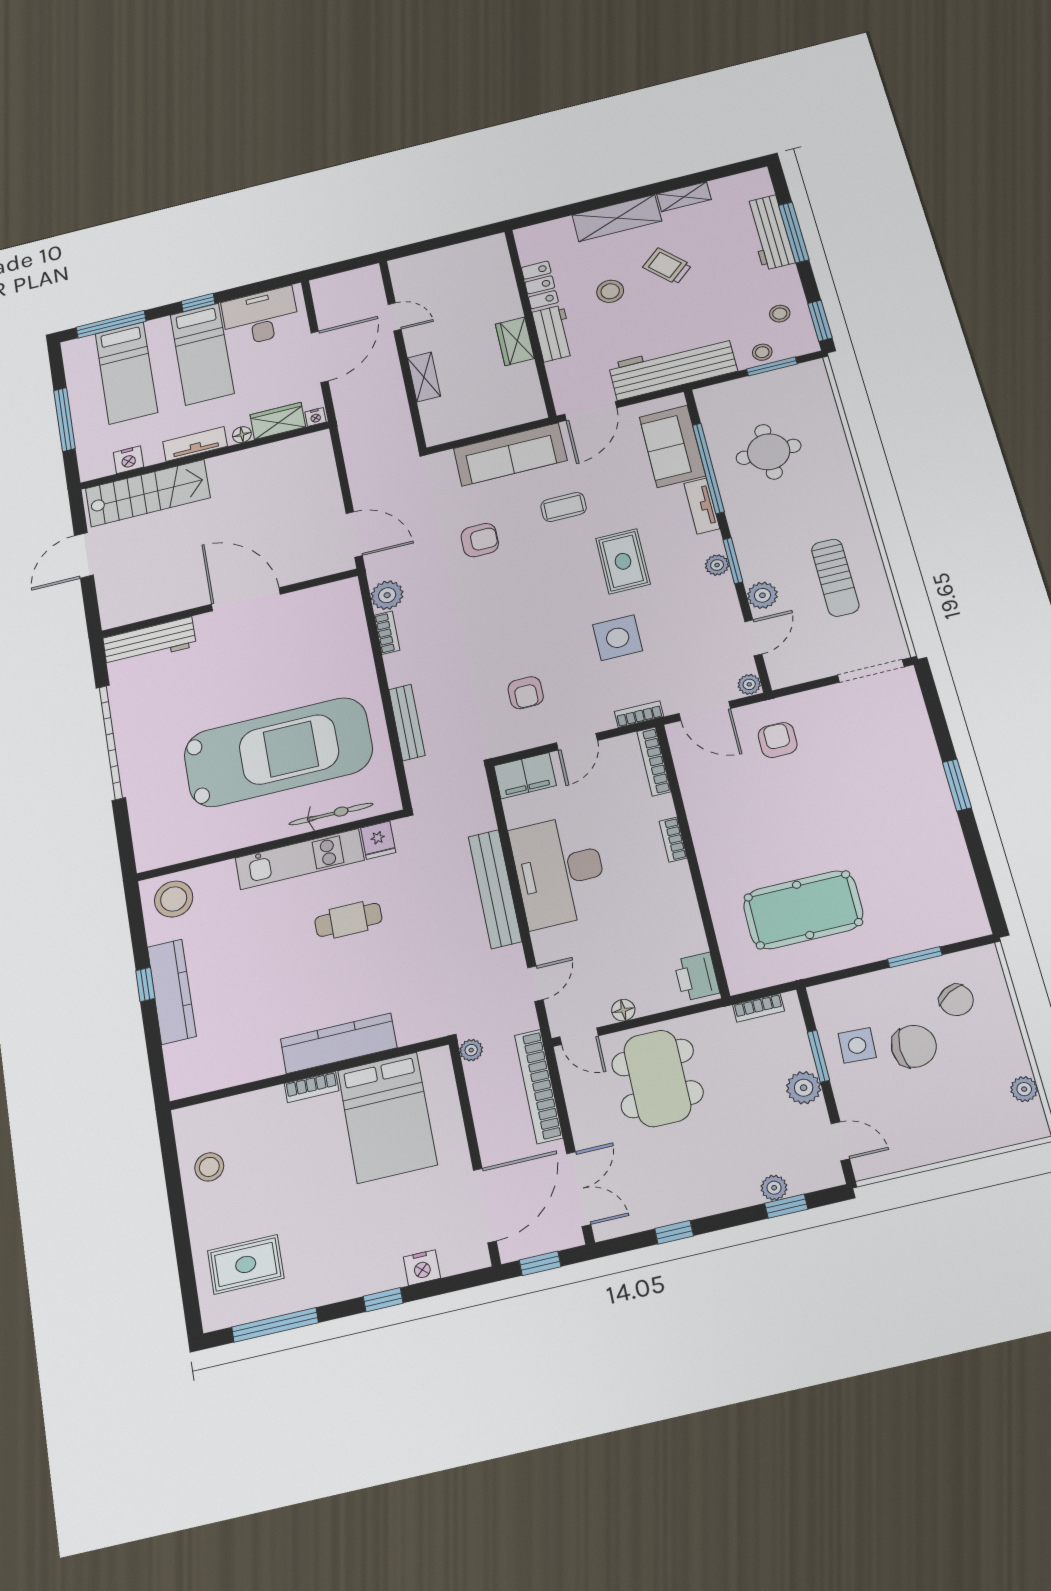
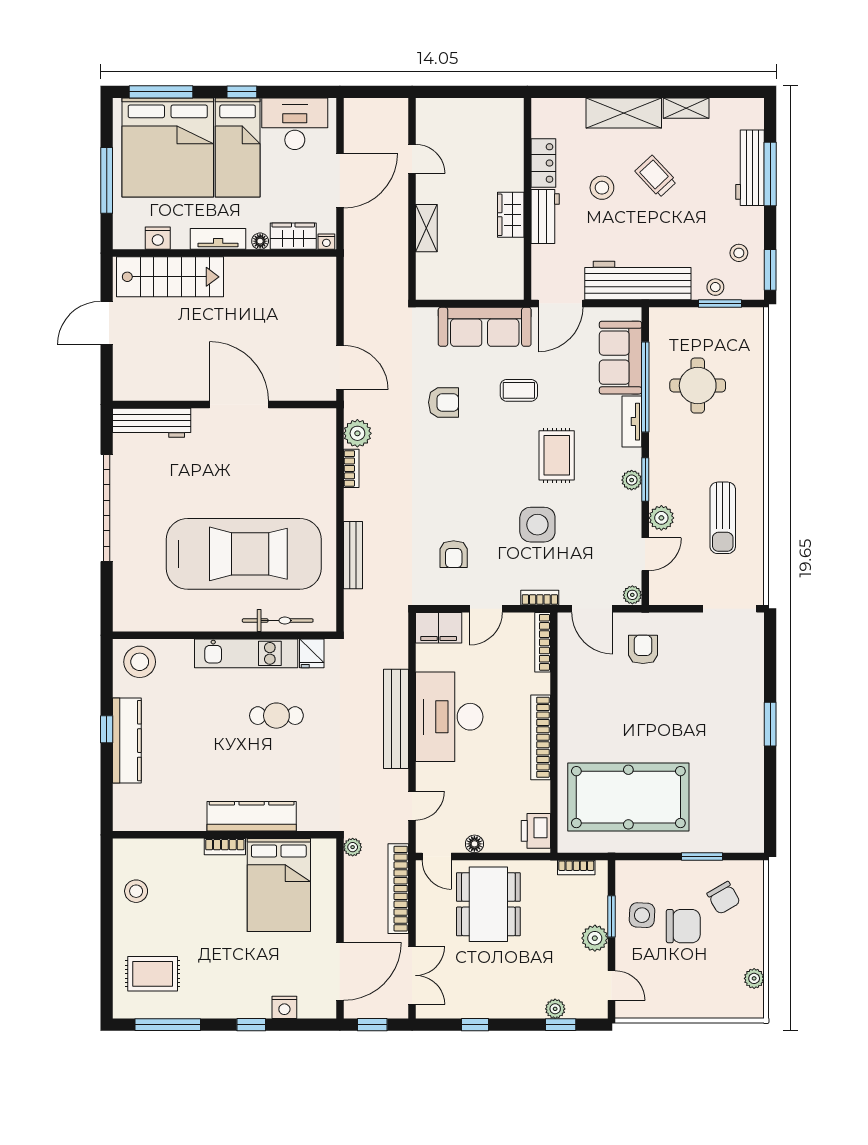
bed: (126, 373) -> (168, 148), width x2.04
bookcase: (673, 840) -> (541, 737), width x2.31, depth x1.31
pool table: (803, 910) -> (628, 797), width x1.36, depth x1.32

